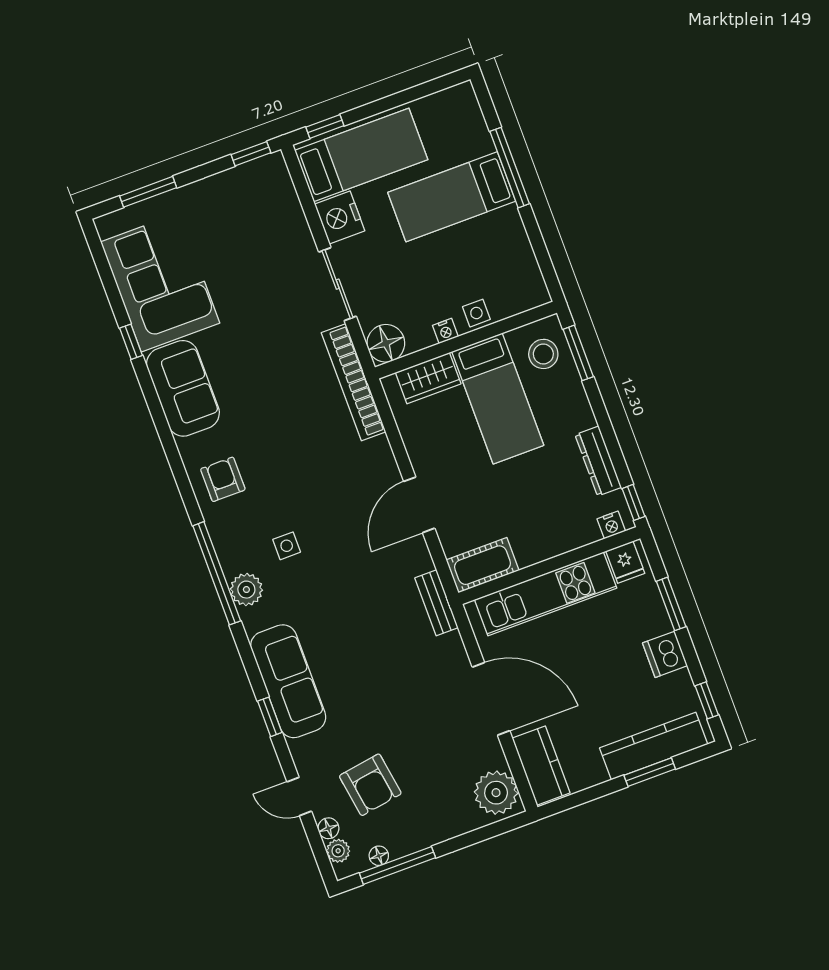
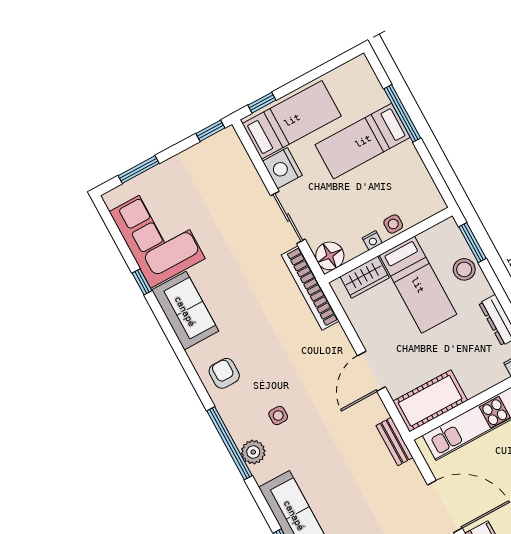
stool: (543, 354) -> (464, 269), moved
cot: (482, 565) -> (430, 401), width x1.37, depth x1.34

